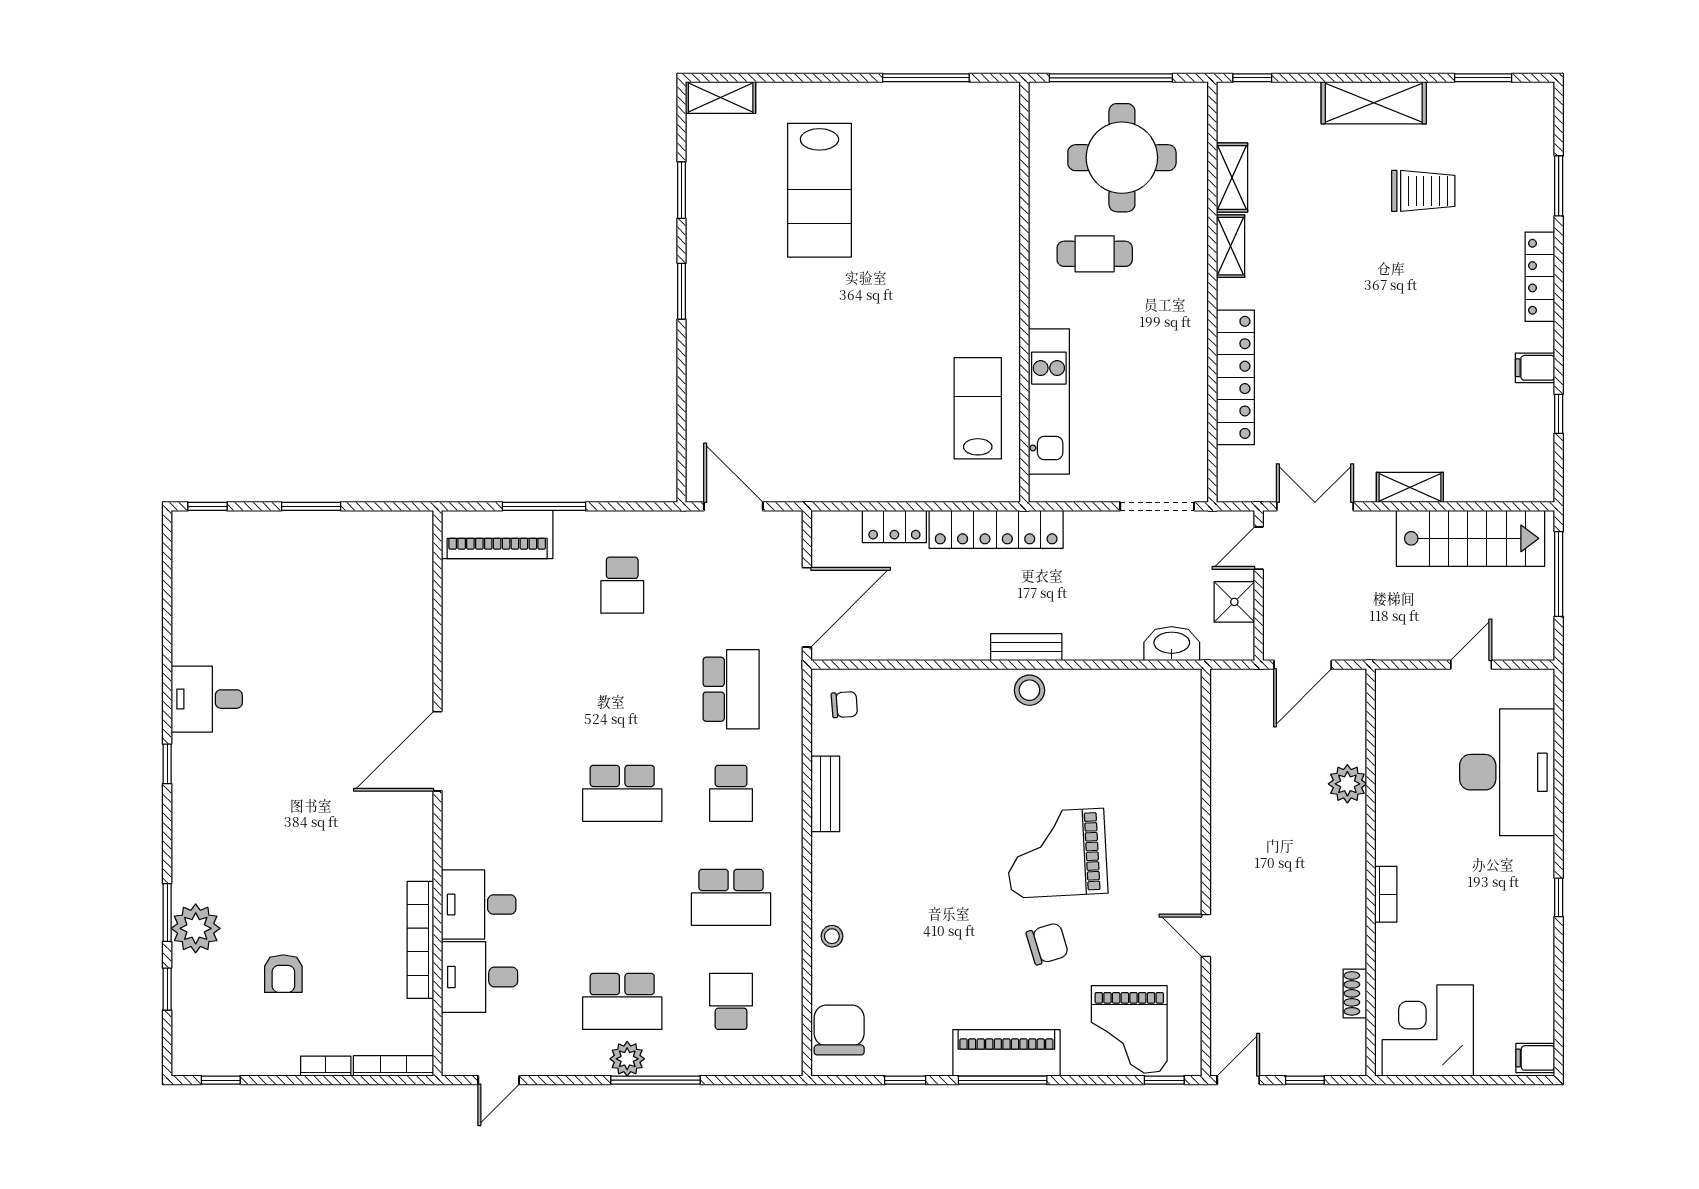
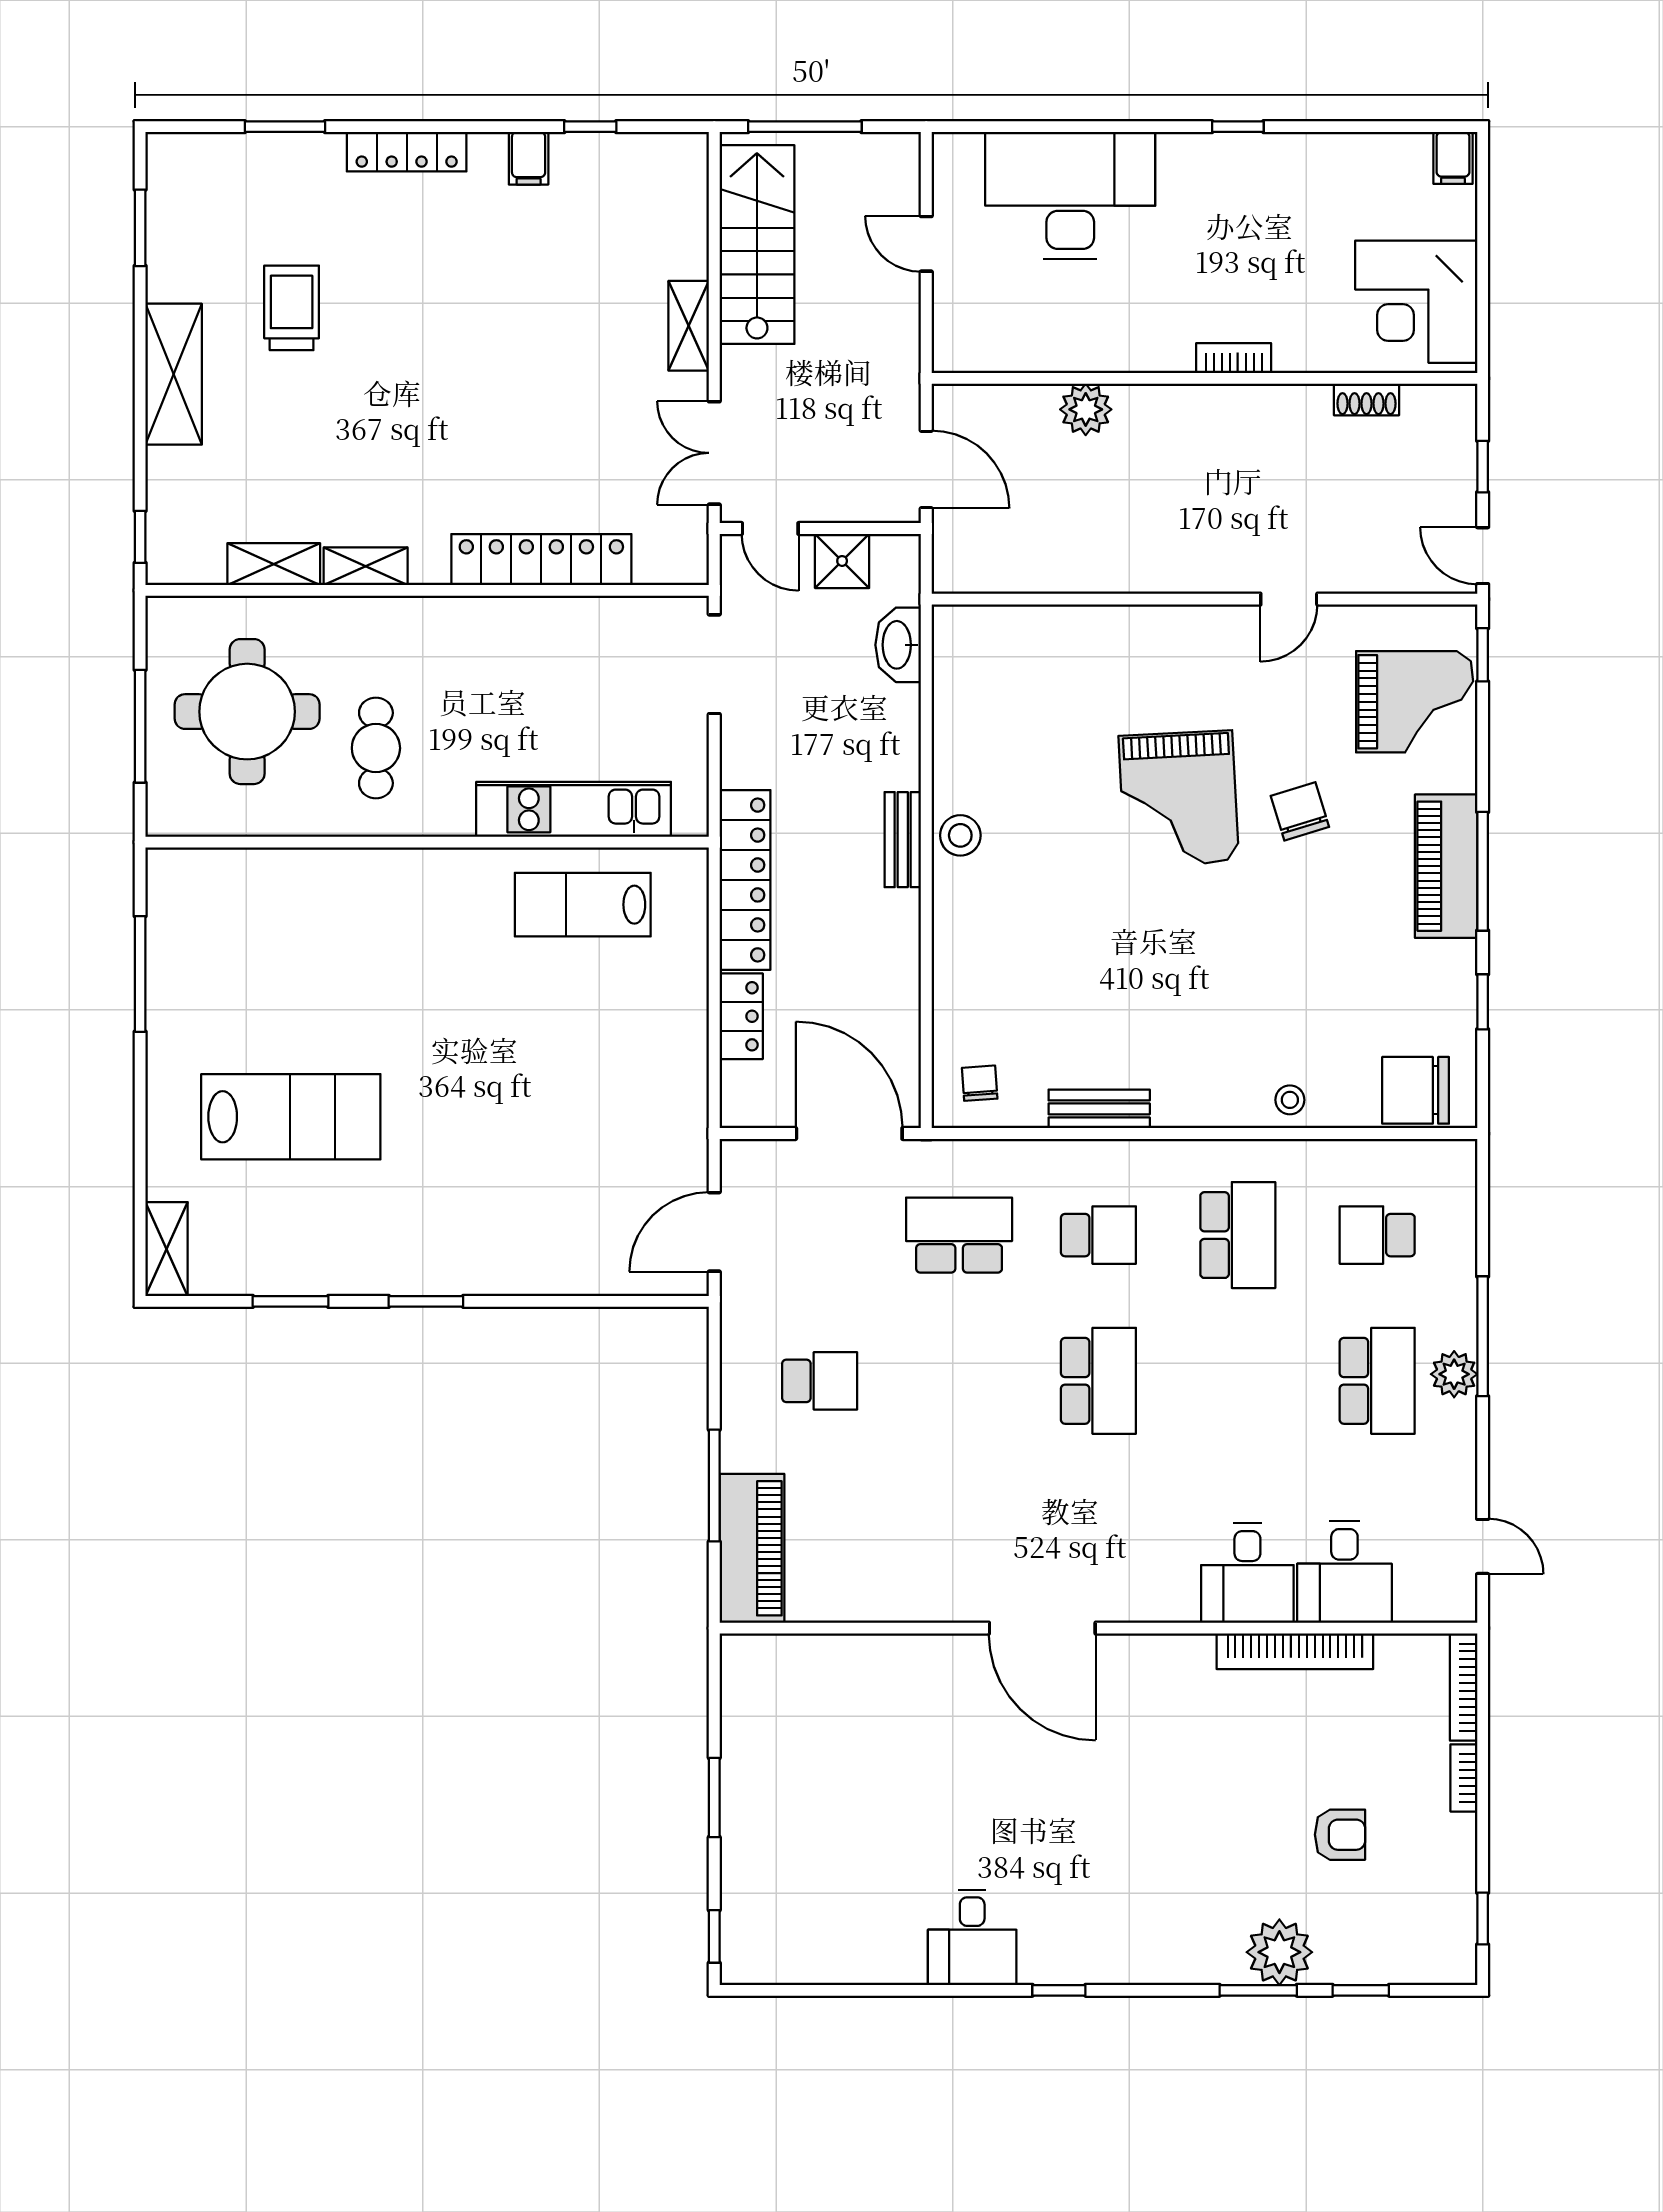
window: (1111, 78) -> (140, 726), width x0.68

